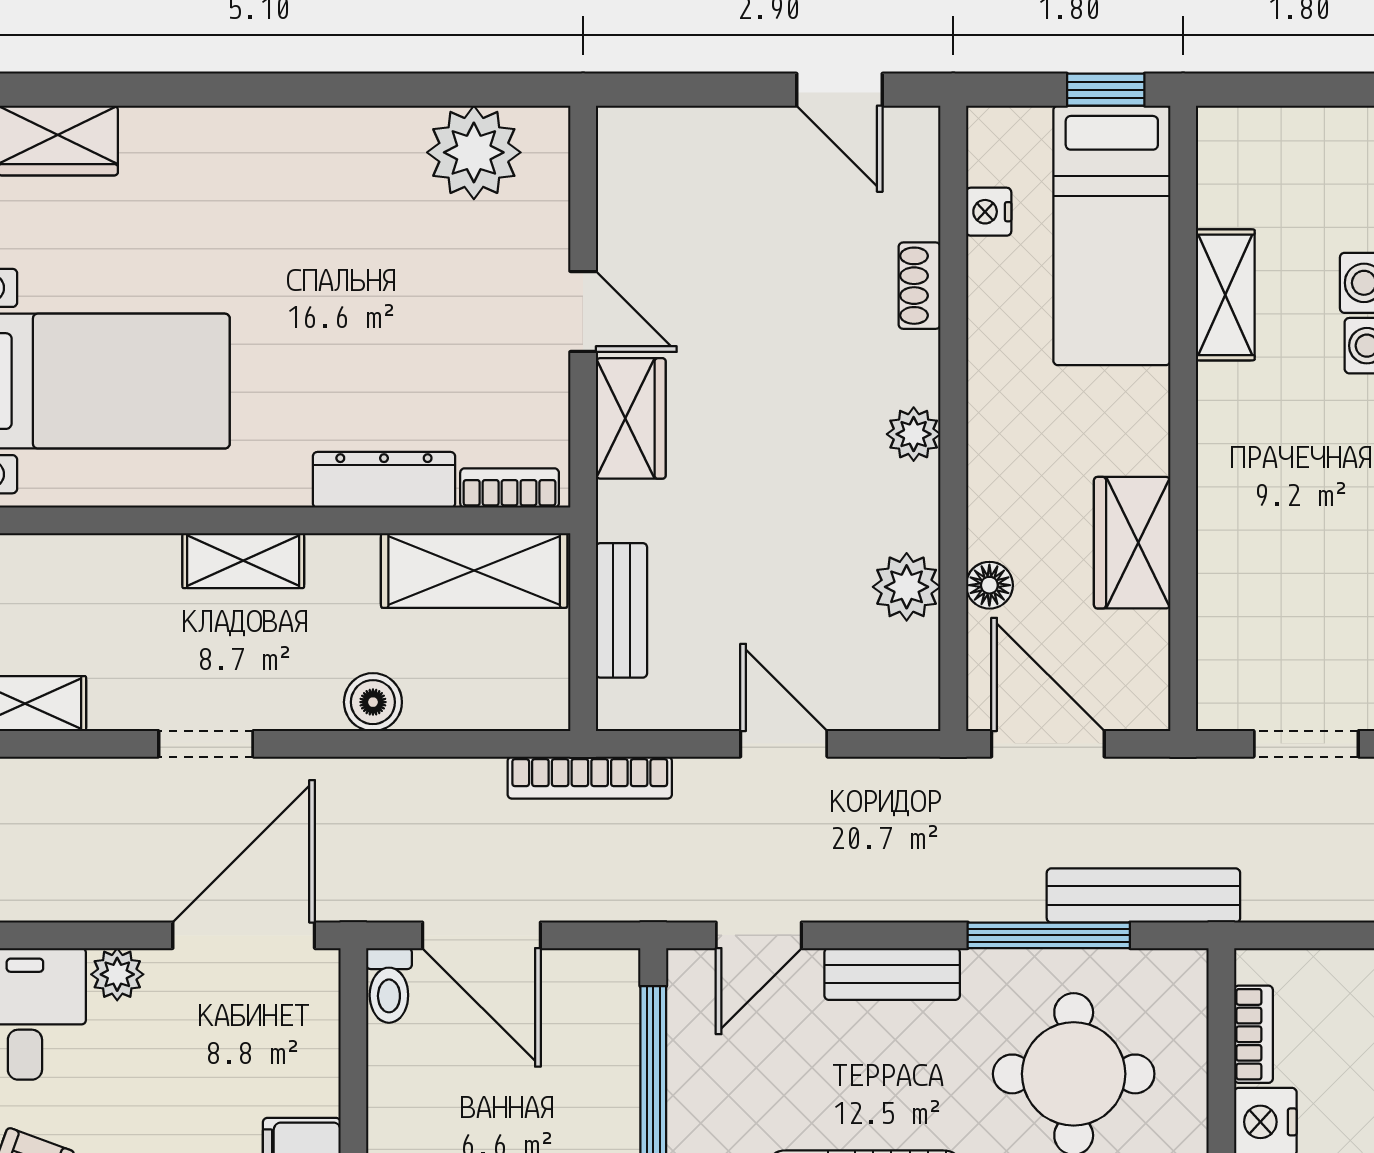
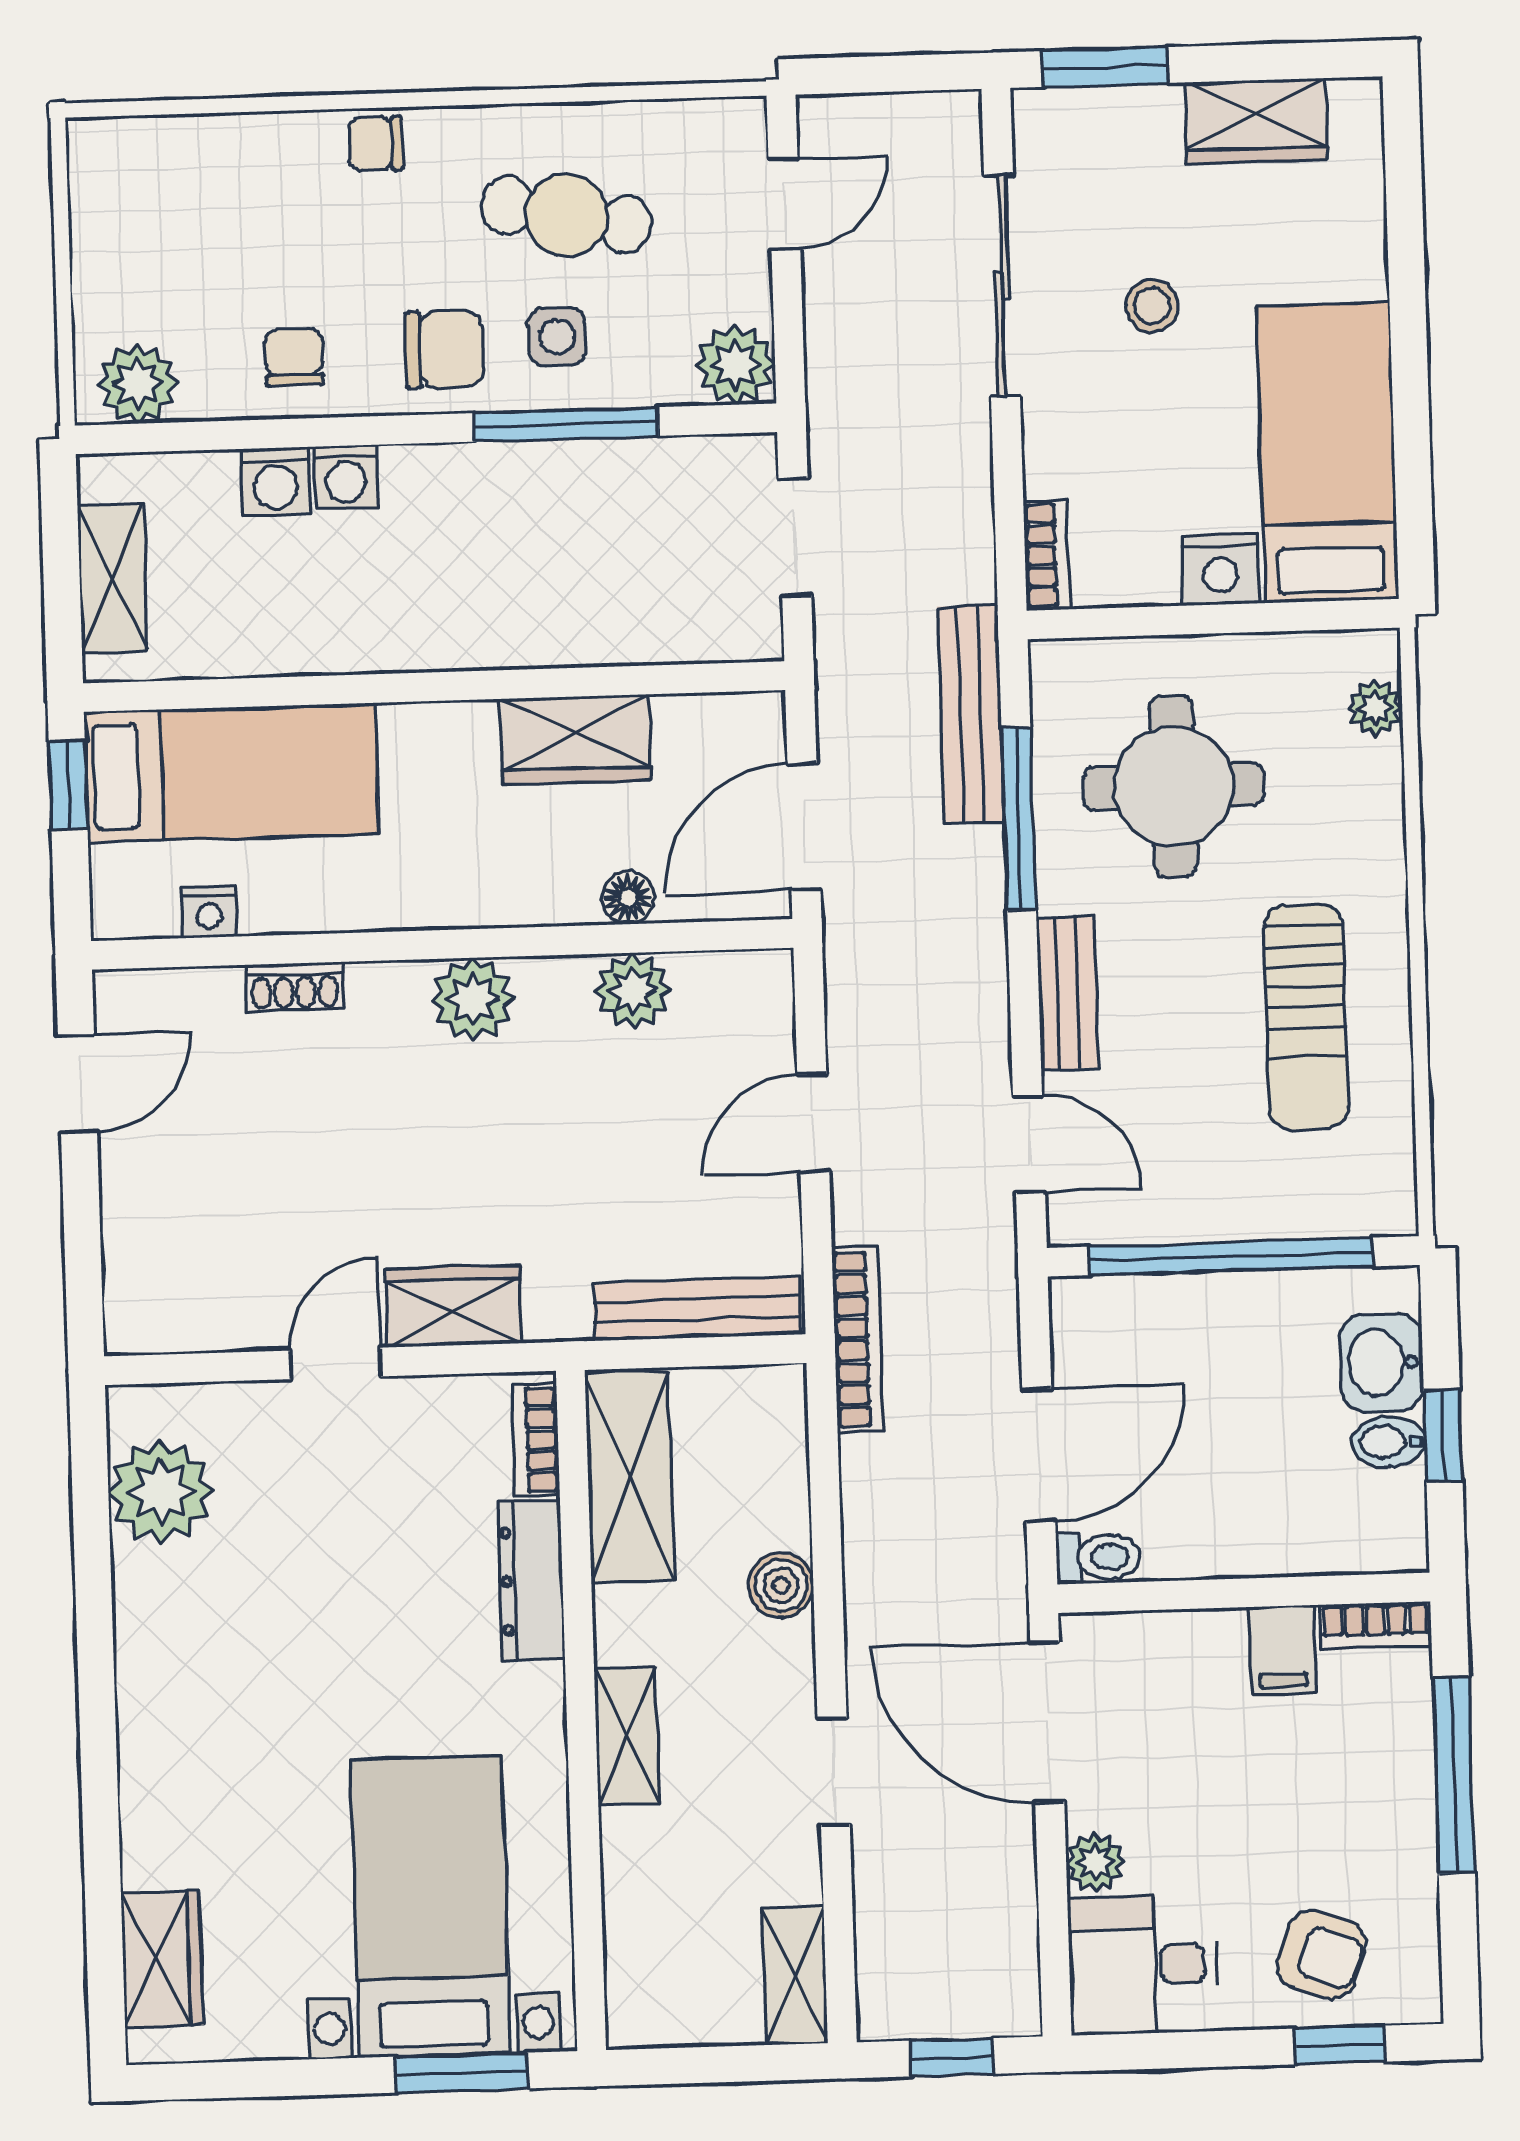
shelving: (1225, 295) -> (113, 578), moved, turned 90
plant: (914, 434) -> (473, 999), width x1.38, depth x1.38
bench: (622, 610) -> (697, 1309), width x1.36
bookcase: (1254, 1034) -> (1047, 555), moved, turned 90

